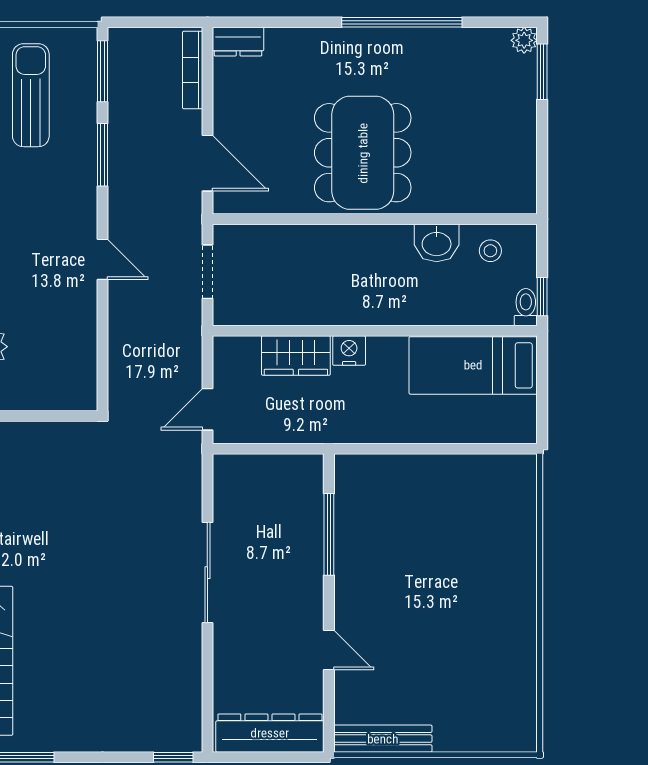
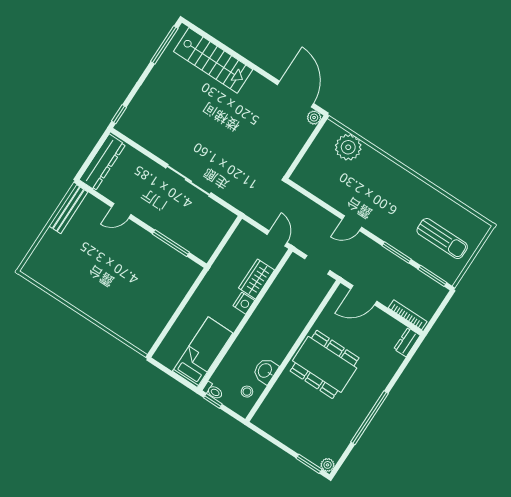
door: (207, 409) -> (277, 238), moved

